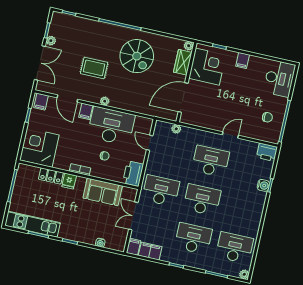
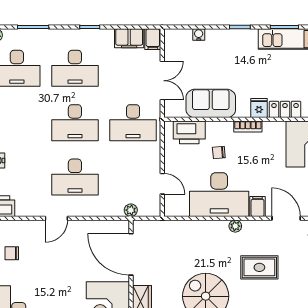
door: (183, 97) -> (131, 254), swing flipped
printer: (133, 174) -> (189, 132), moved, turned 90

